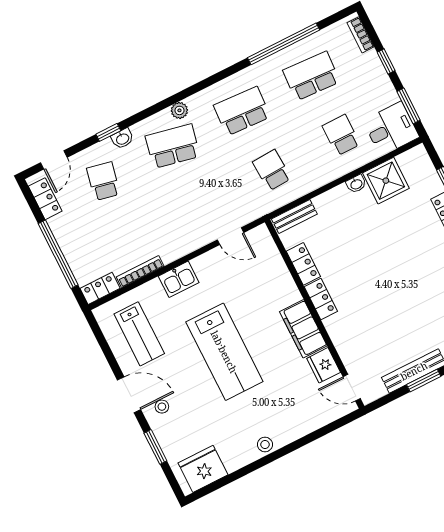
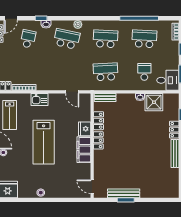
school desk: (272, 170) -> (106, 72), width x1.85
fridge: (324, 365) -> (85, 129), moved

